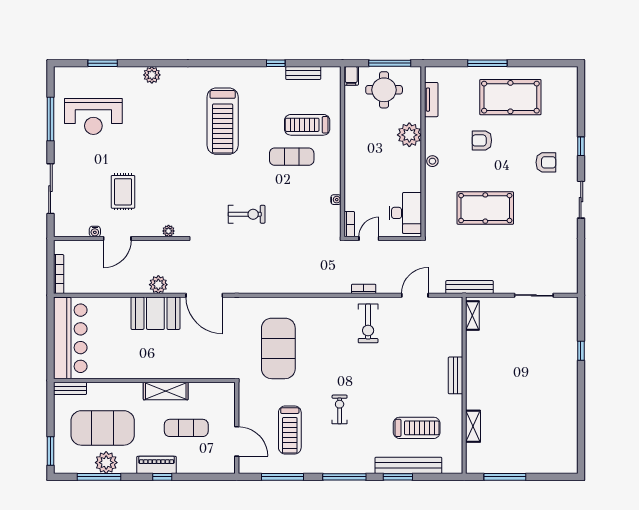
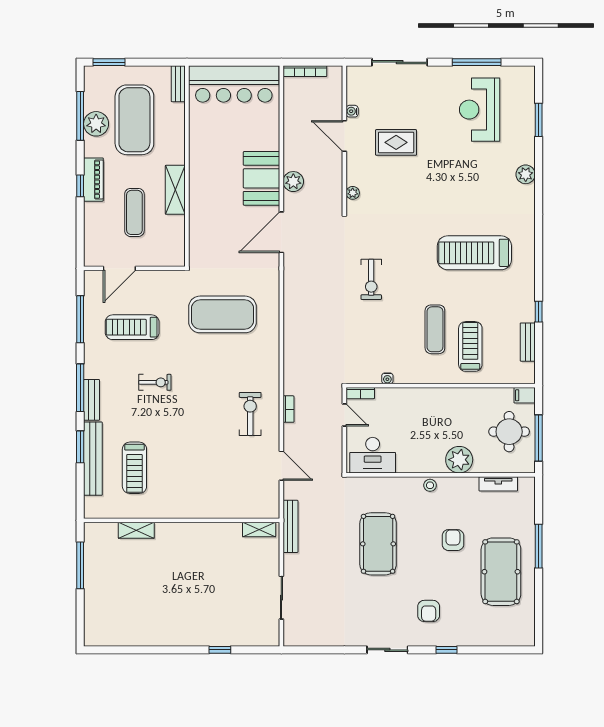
exercise bike: (368, 323) -> (250, 414), turned 90
bench: (455, 375) -> (92, 400), moved, turned 90

